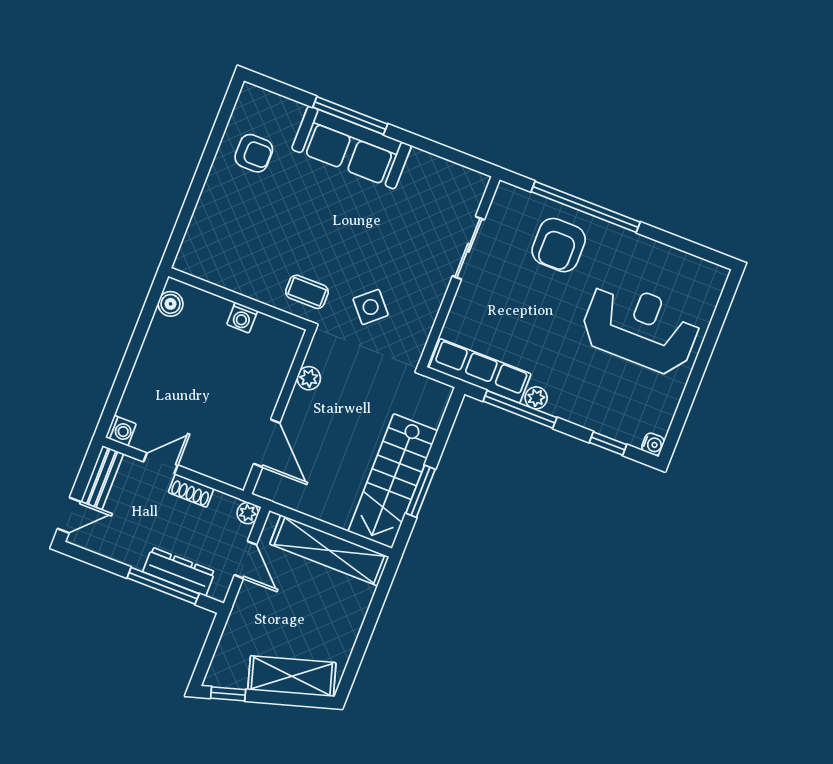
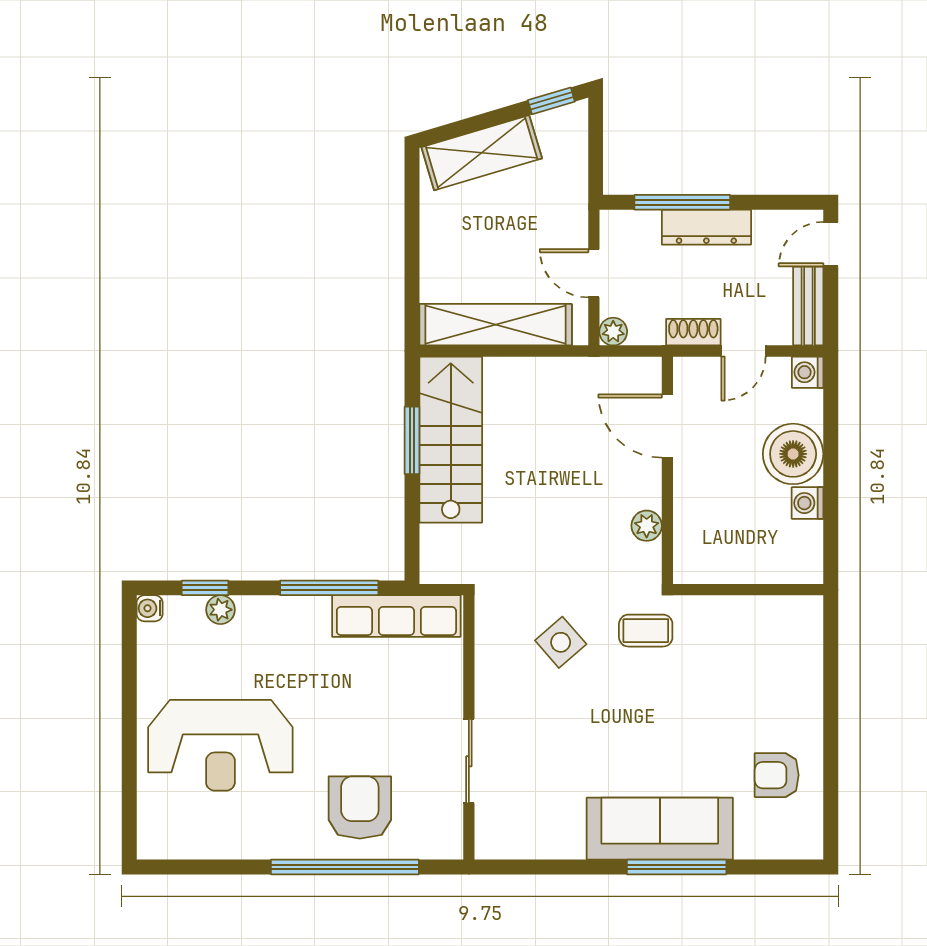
boiler: (171, 304) -> (793, 454), moved, width x1.86, depth x1.86
washing machine: (242, 318) -> (808, 503), moved, turned -90
plant: (309, 378) -> (647, 526), moved
plant: (536, 398) -> (220, 610), moved
wall: (279, 412) -> (667, 470), moved
door: (267, 443) -> (667, 426), moved
dresser: (179, 572) -> (706, 227), moved

